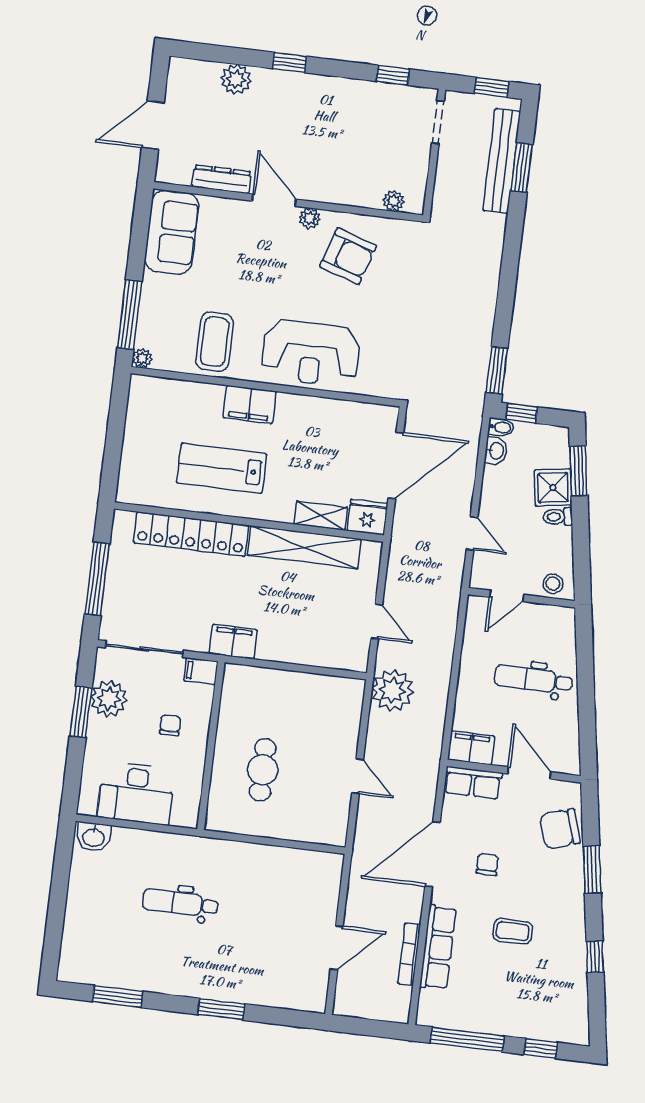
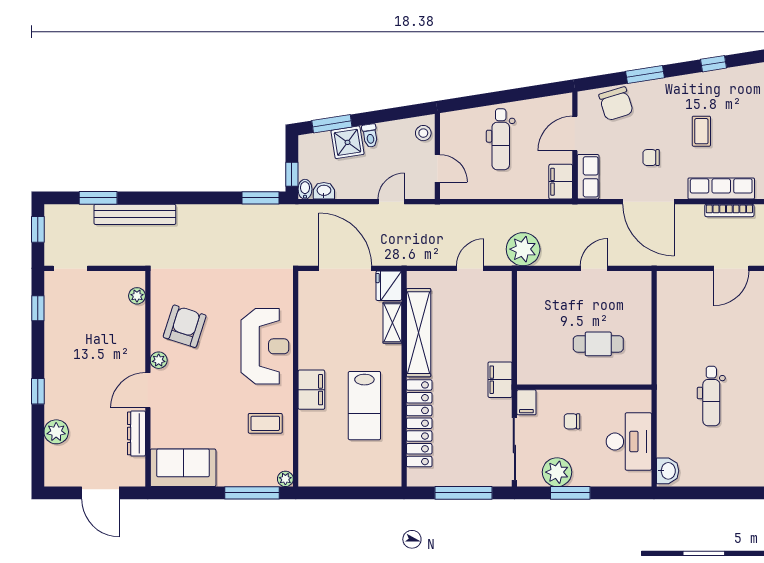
bench: (502, 161) -> (135, 214), moved
coffee table: (215, 342) -> (265, 423), width x0.73, depth x0.77
door: (337, 948) -> (731, 268), swing flipped

